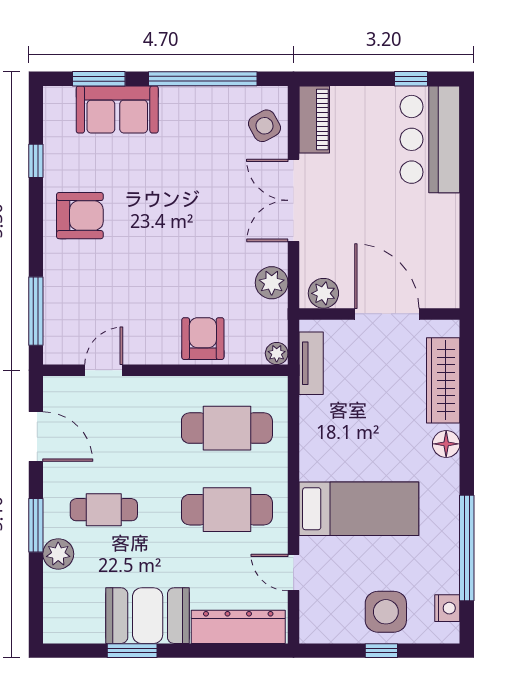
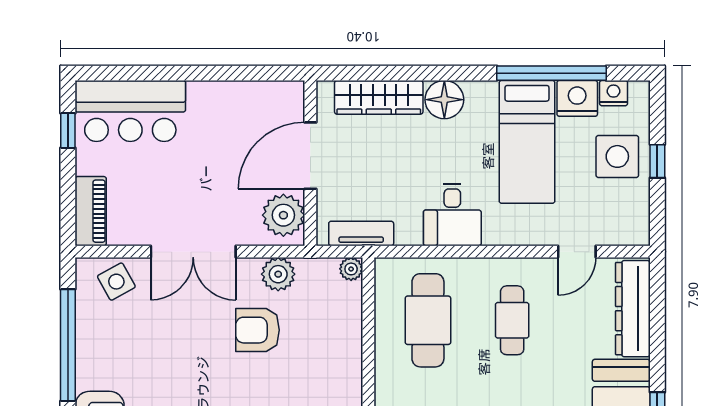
piano: (314, 119) -> (91, 211), moved, turned 90
plant: (323, 293) -> (283, 215), width x1.36, depth x1.36
armchair: (203, 339) -> (257, 330), moved
floor lamp: (446, 444) -> (444, 100), width x1.38, depth x1.38
desk: (329, 452) -> (452, 215), added
bed: (359, 509) -> (527, 142), moved, turned 180
cafe table: (227, 510) -> (512, 320), width x0.73, depth x0.74
nightstand: (442, 573) -> (577, 98), added

